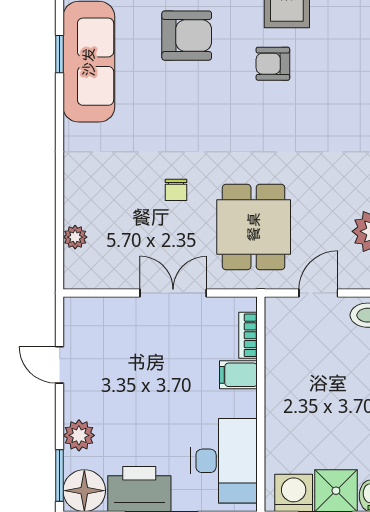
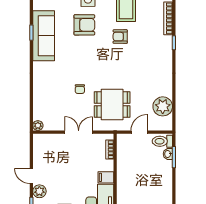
dining table: (254, 227) -> (112, 105), turned 90
plant: (75, 237) -> (38, 126), moved
door: (60, 365) -> (31, 176), moved
filing cabinet: (238, 375) -> (106, 177), moved

